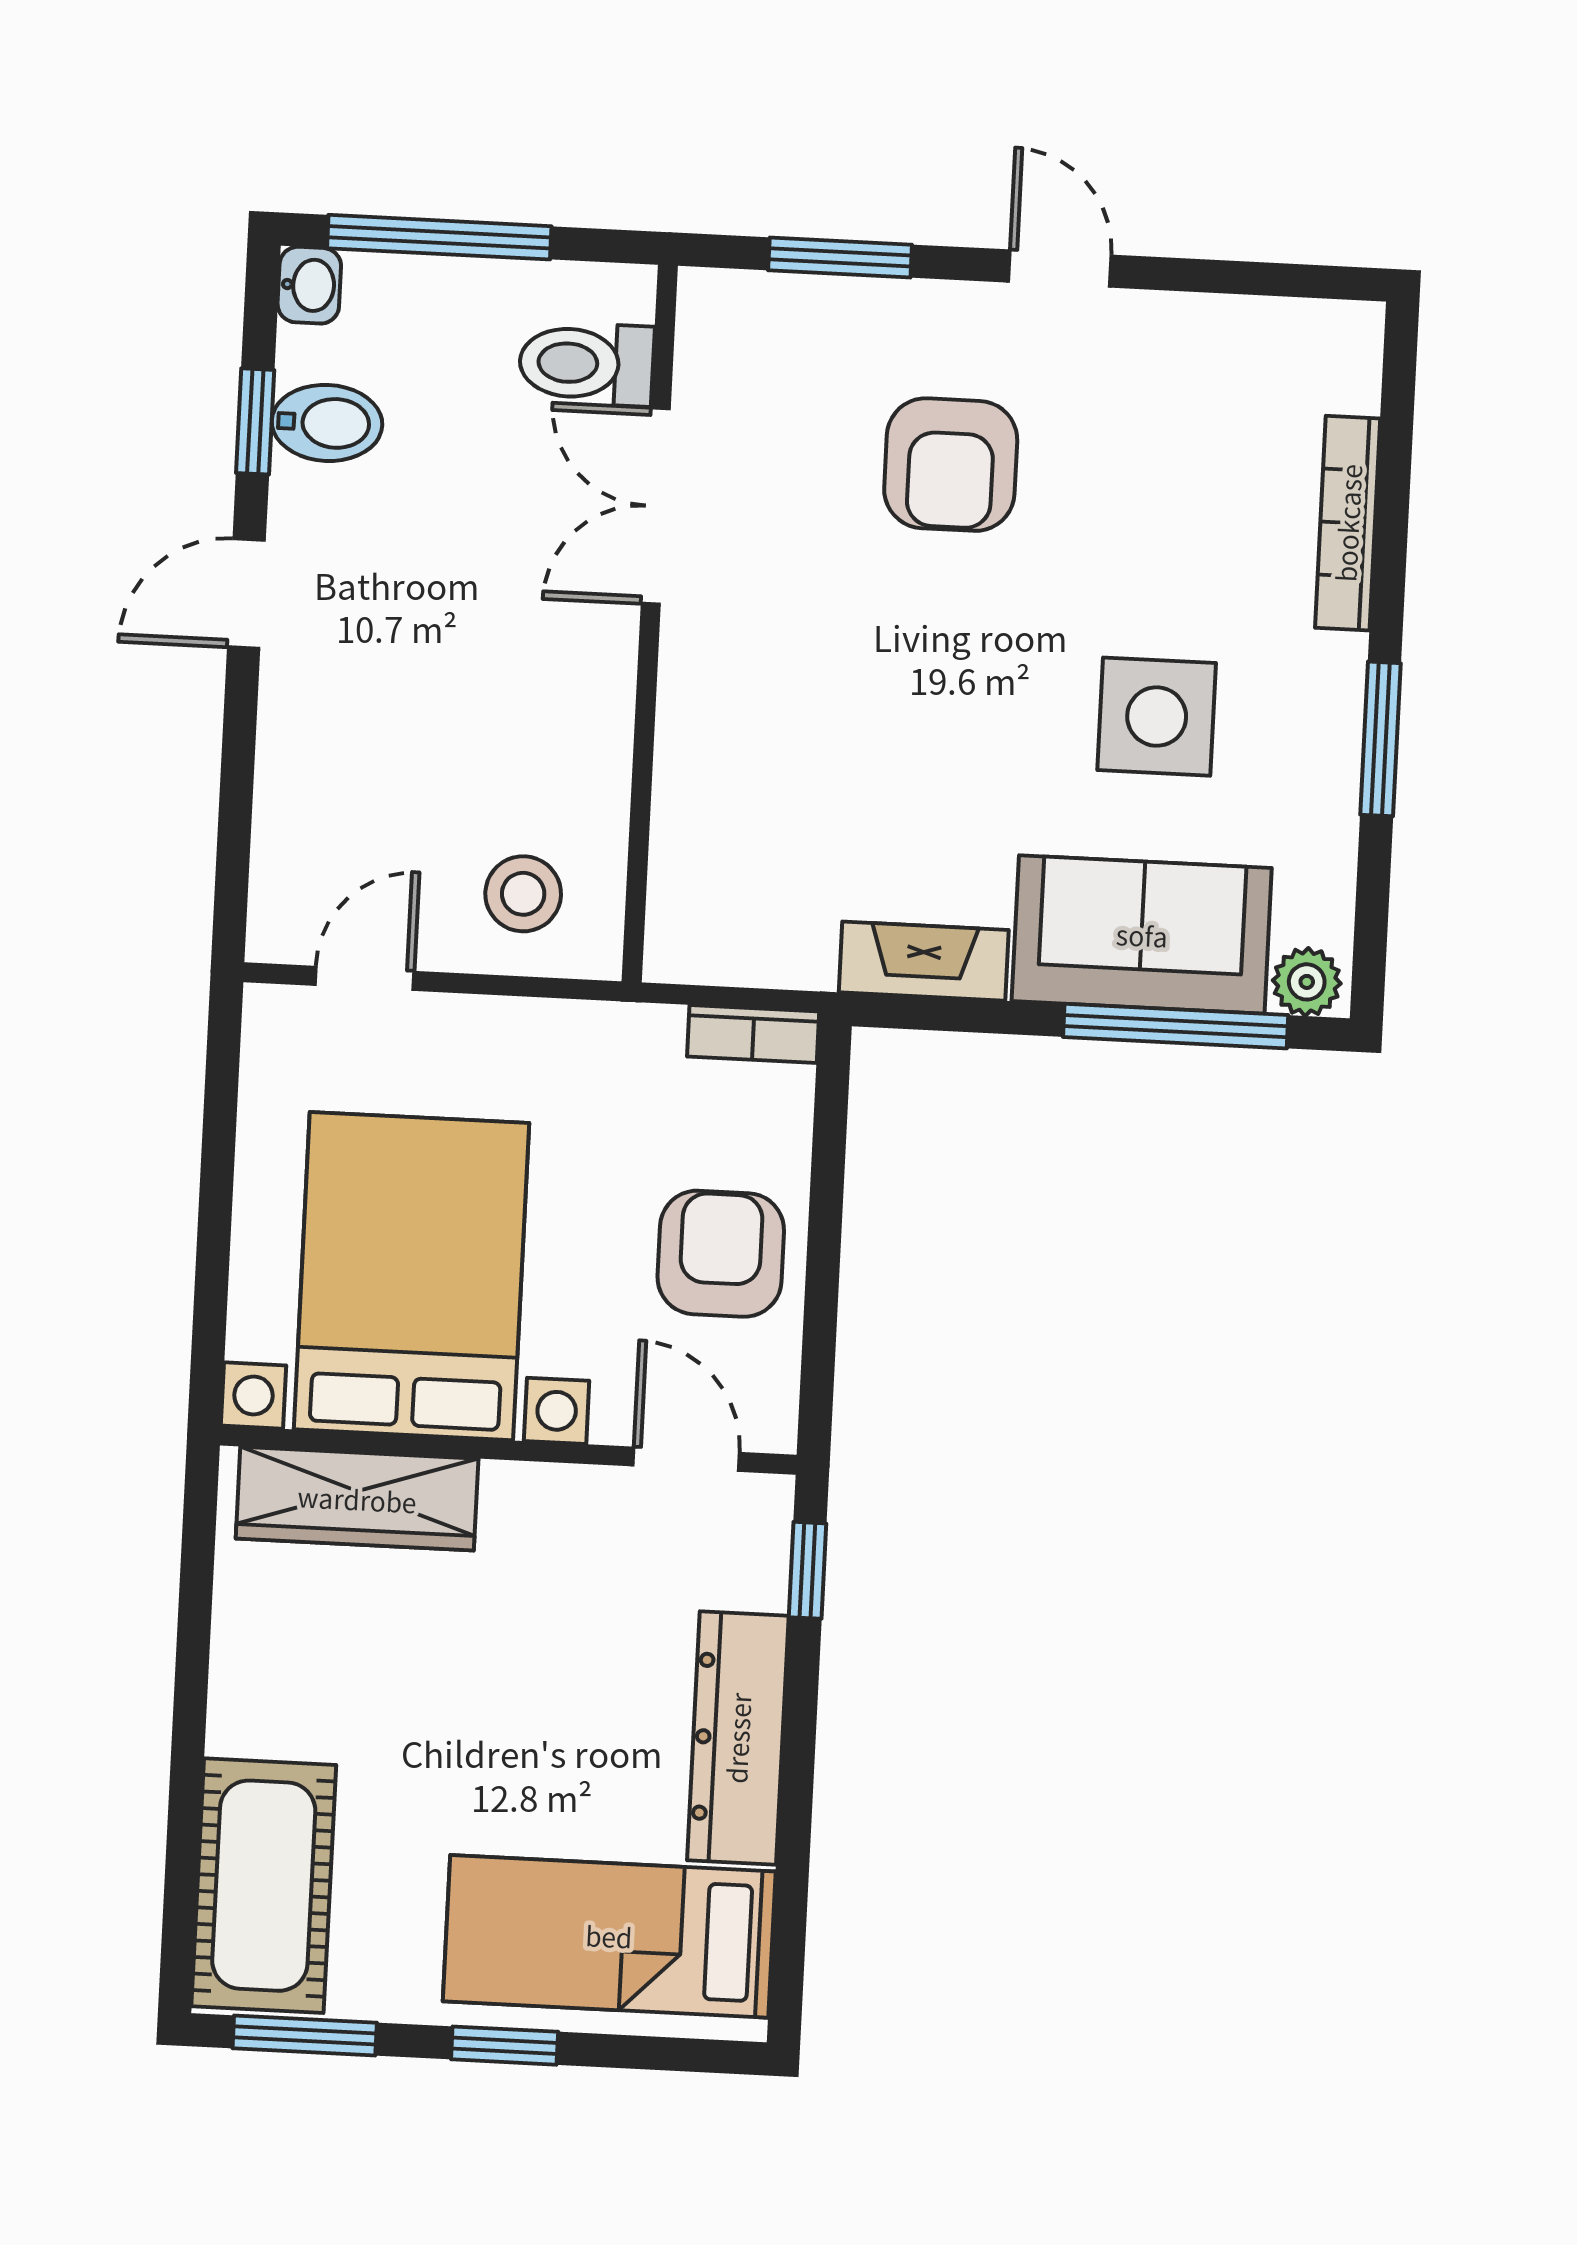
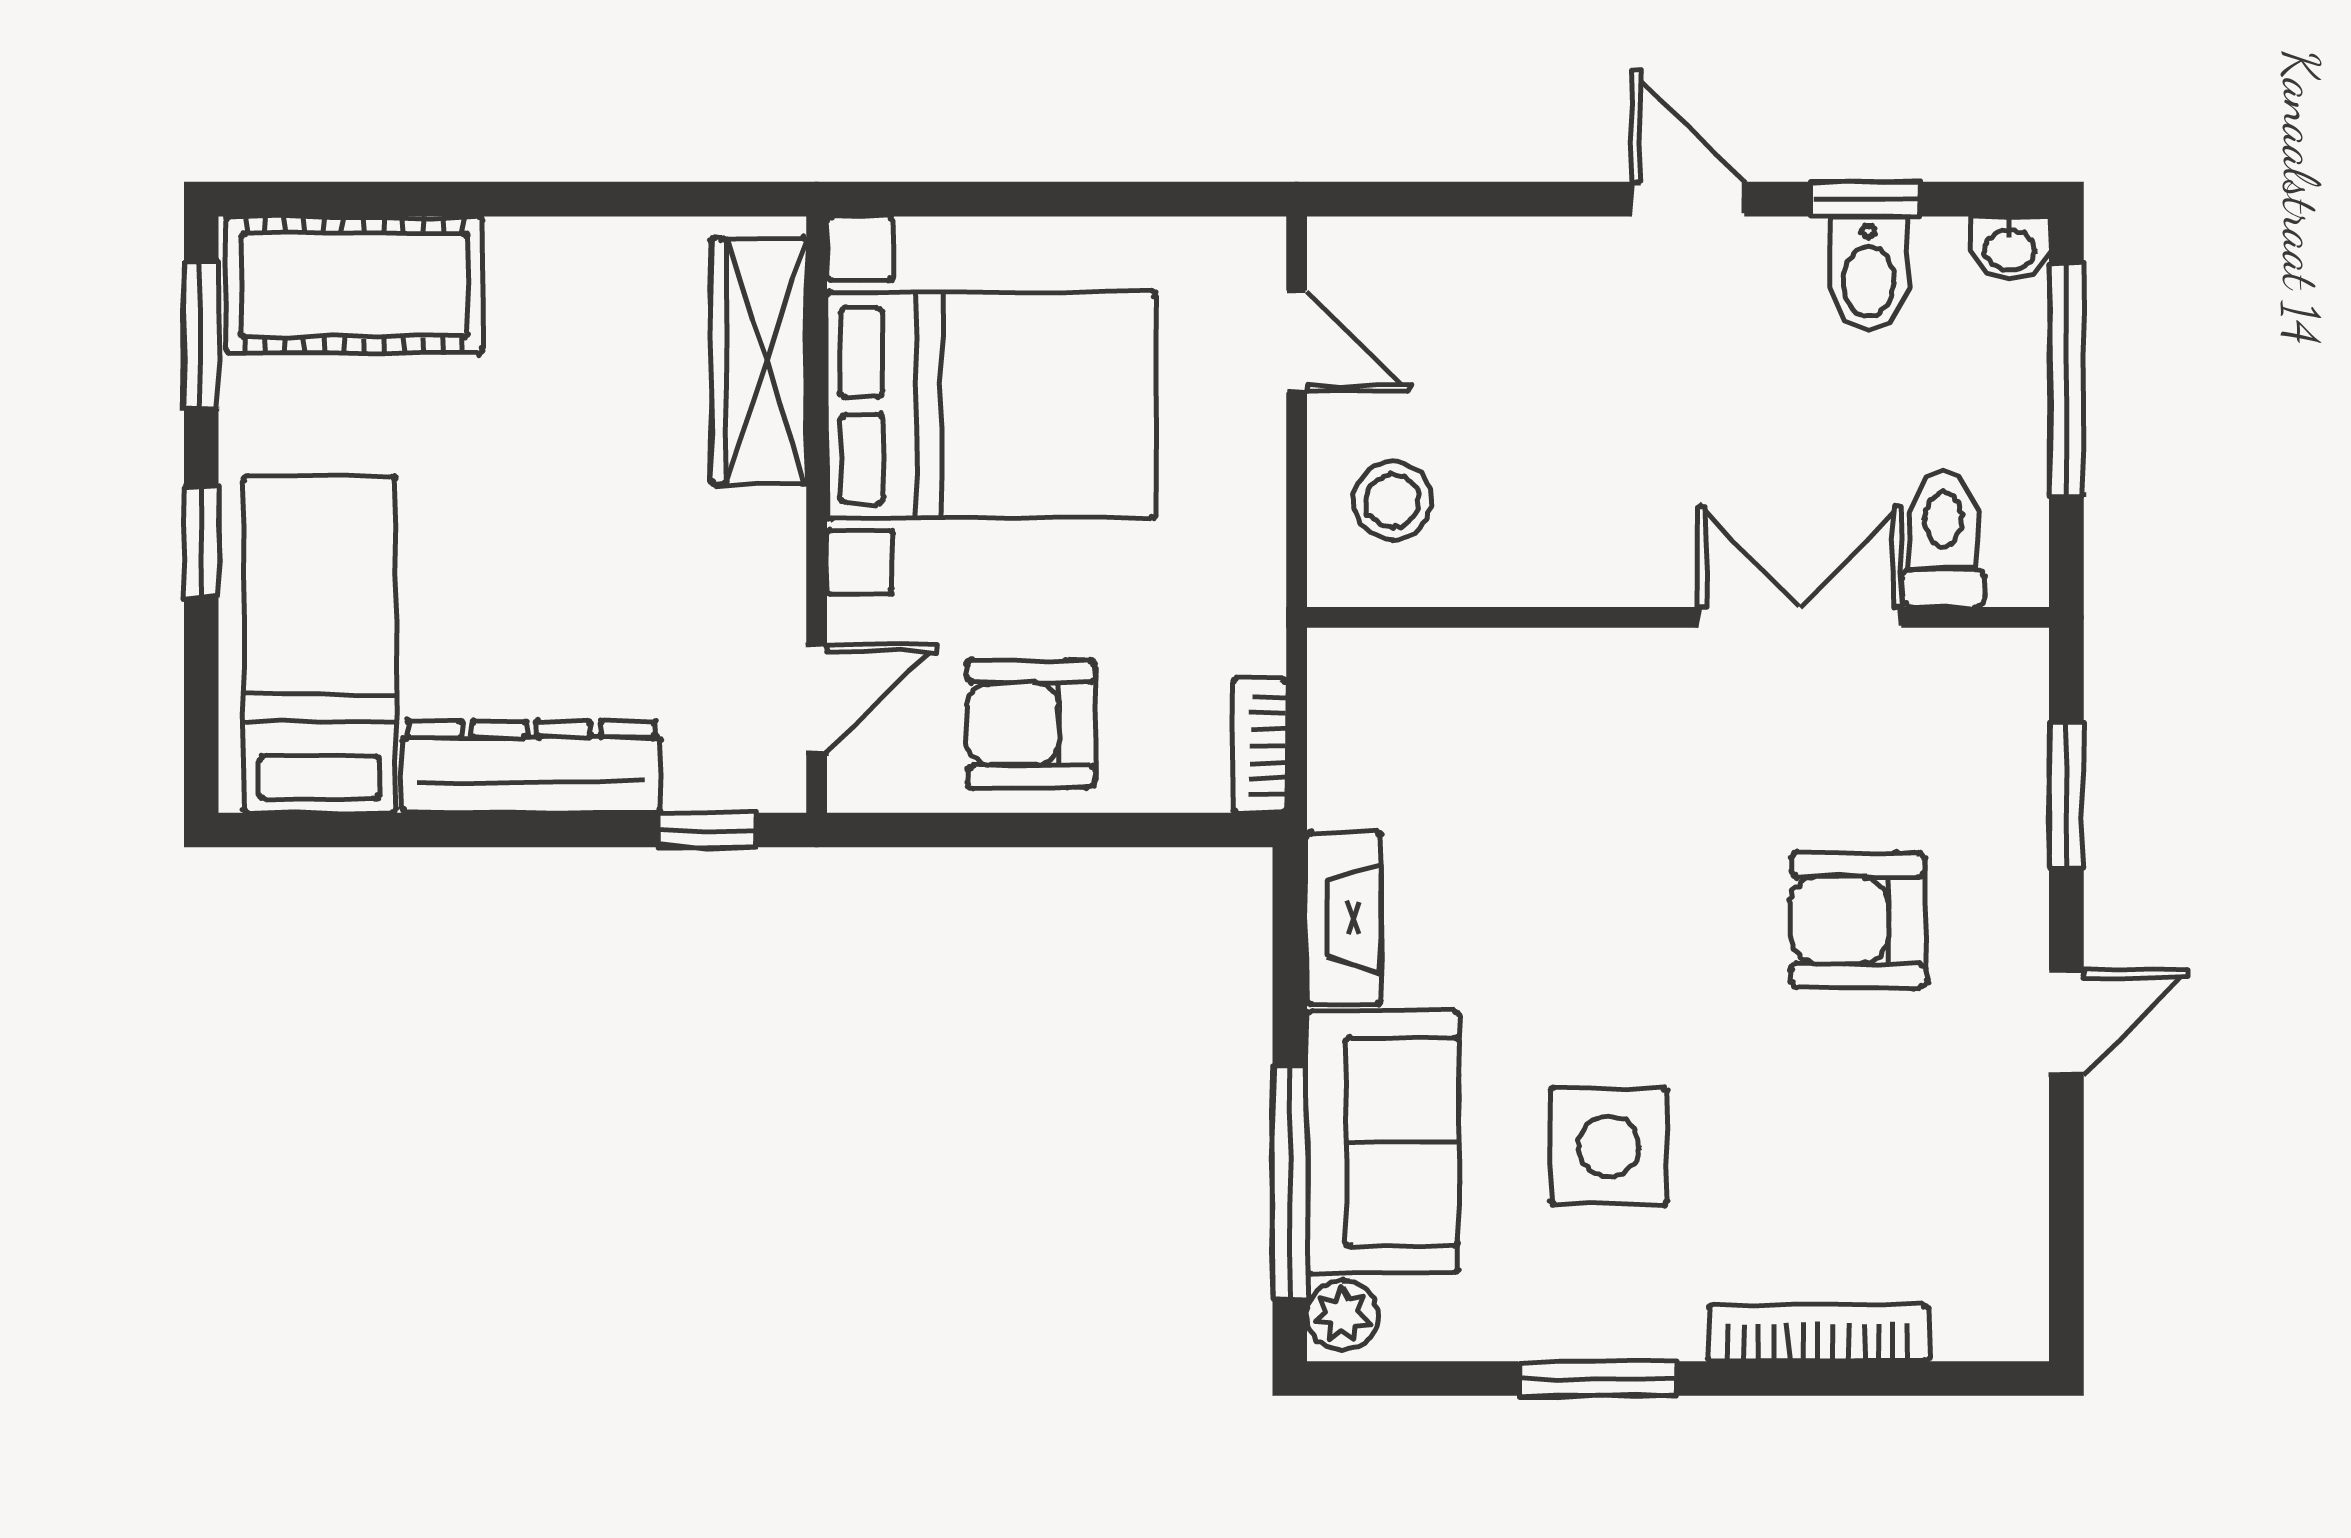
armchair: (721, 1254) -> (1031, 724), turned 180

